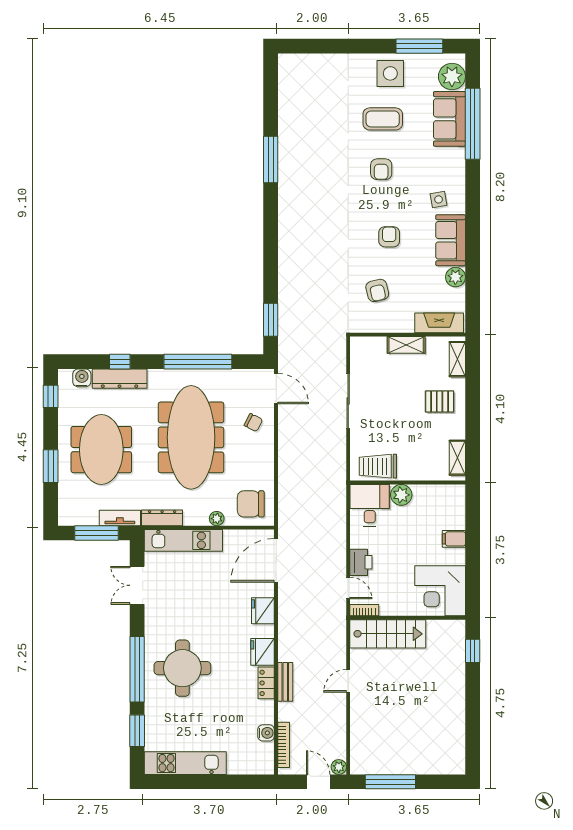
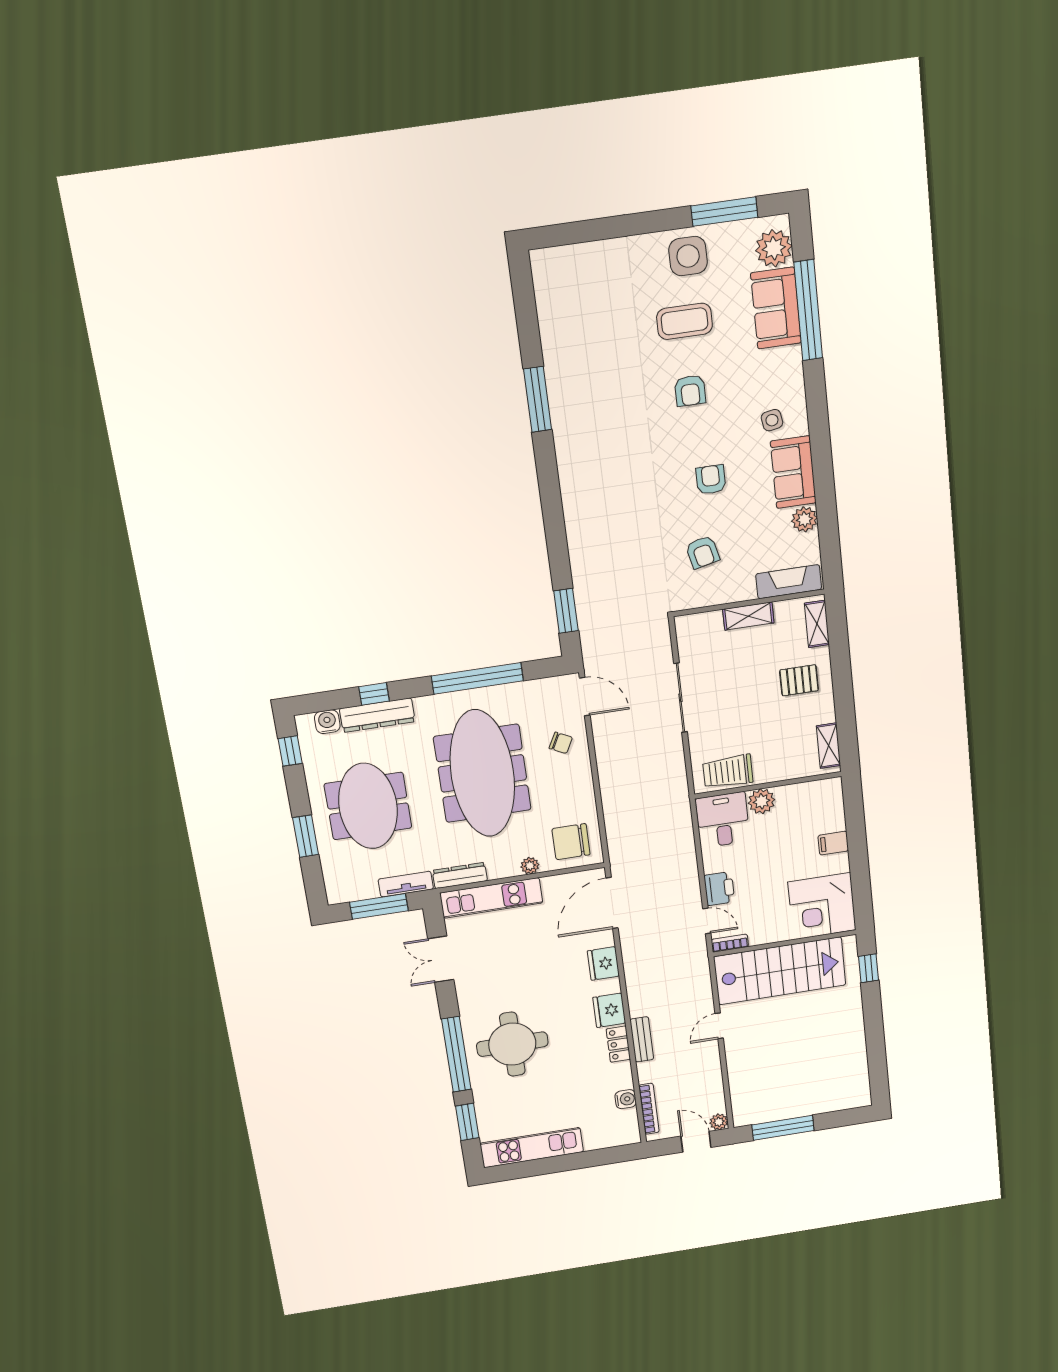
stairs: (388, 634) -> (780, 971), width x1.36, depth x1.51

